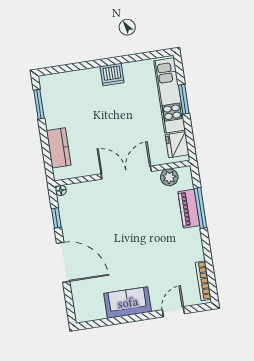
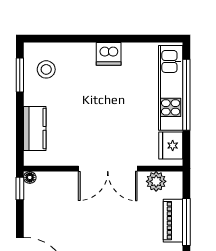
stool: (61, 96) -> (46, 69), added
window: (184, 99) -> (186, 95), width x2.11
double door: (126, 173) -> (108, 169), swing flipped
window: (56, 218) -> (20, 188), moved

